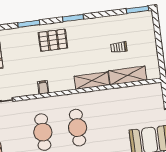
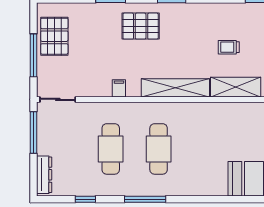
shelving: (92, 81) -> (175, 88), width x1.47

